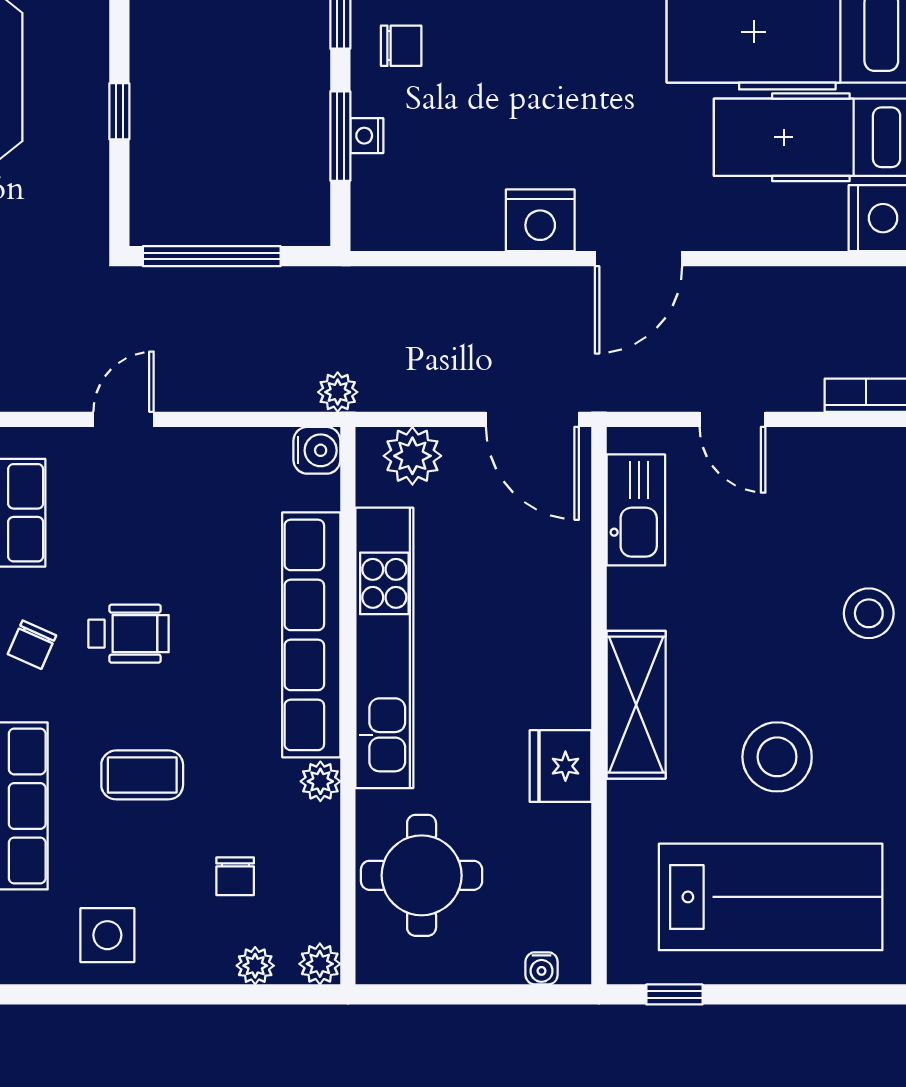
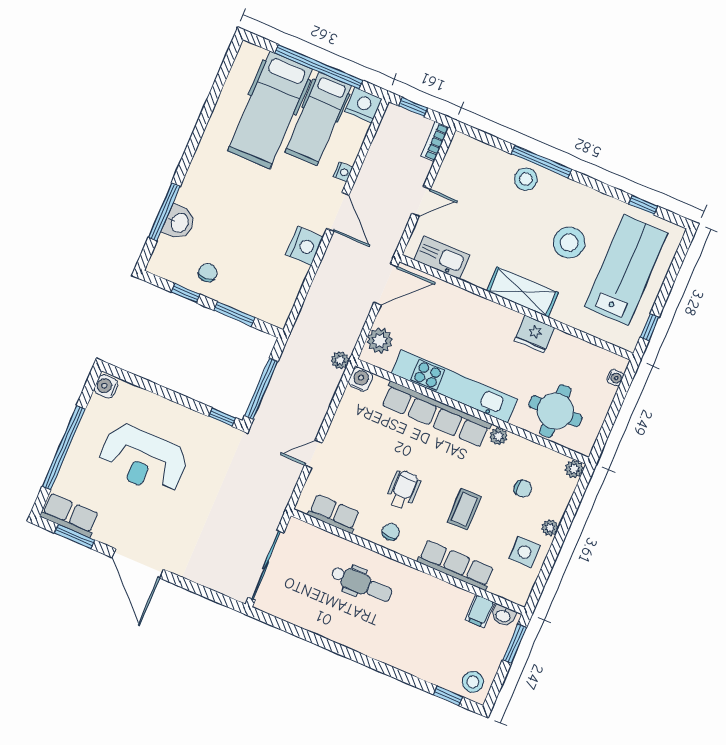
window: (119, 111) -> (222, 417), moved
nightstand: (367, 136) -> (343, 172), moved, turned -90
door: (124, 419) -> (313, 454), hinge flipped
chair: (32, 645) -> (391, 532), turned -114
plant: (255, 966) -> (550, 528), moved

